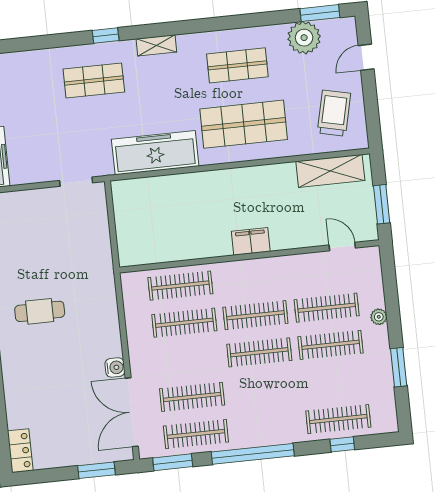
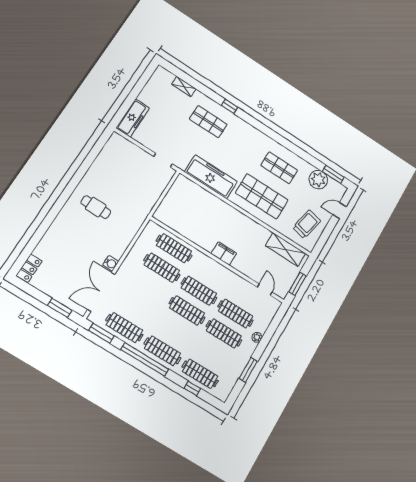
shelving: (156, 45) -> (184, 86), moved
clothes rail: (192, 397) -> (162, 351), moved

